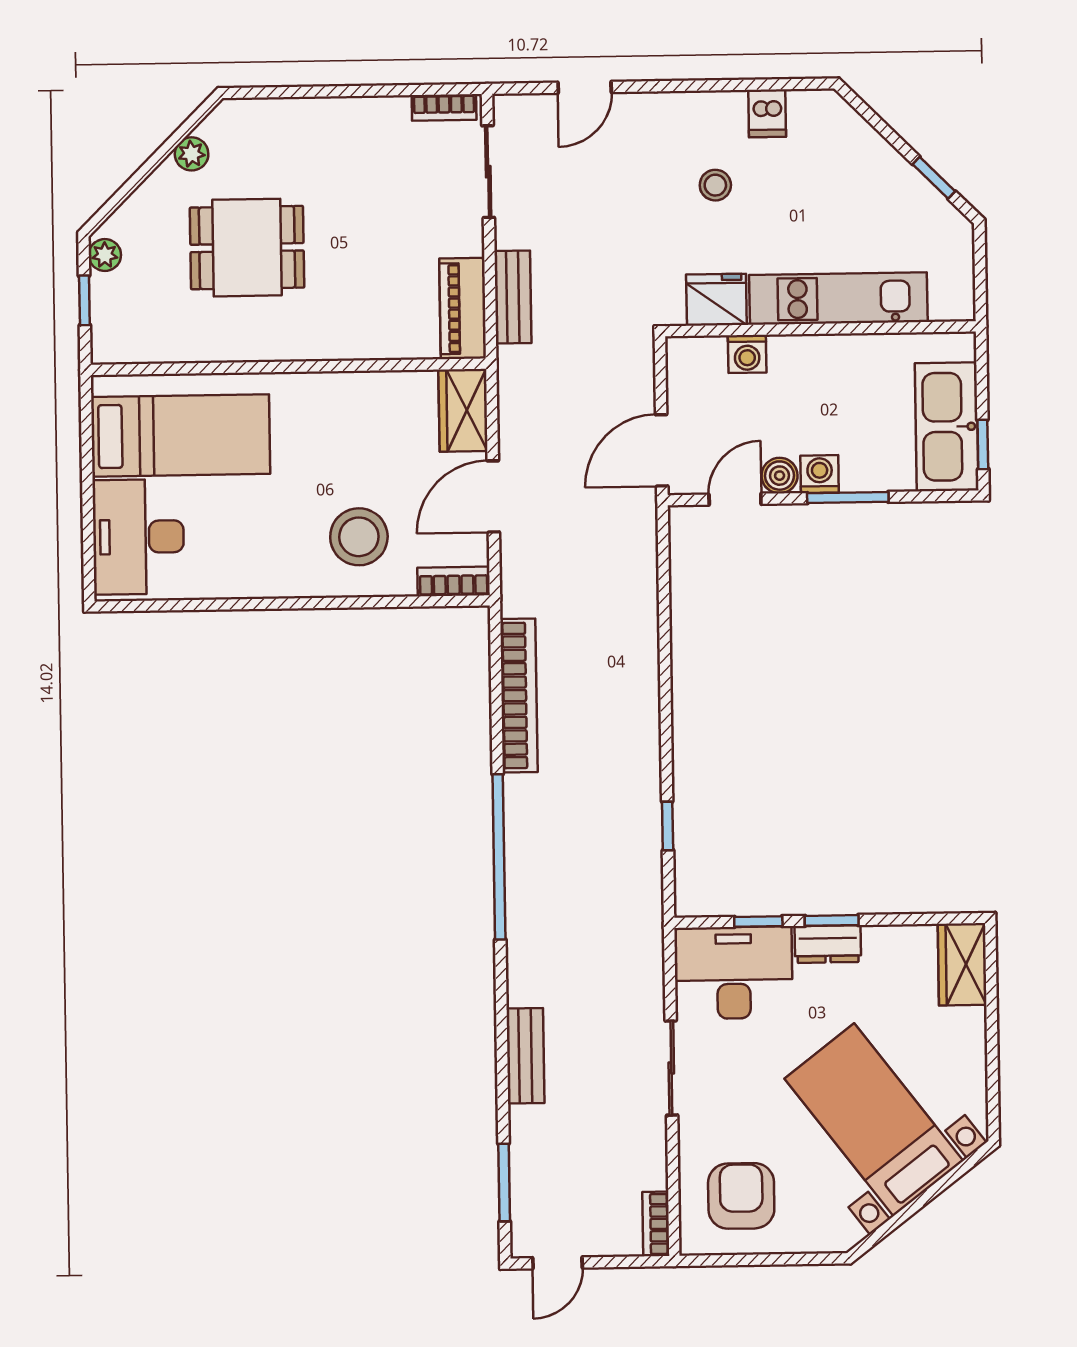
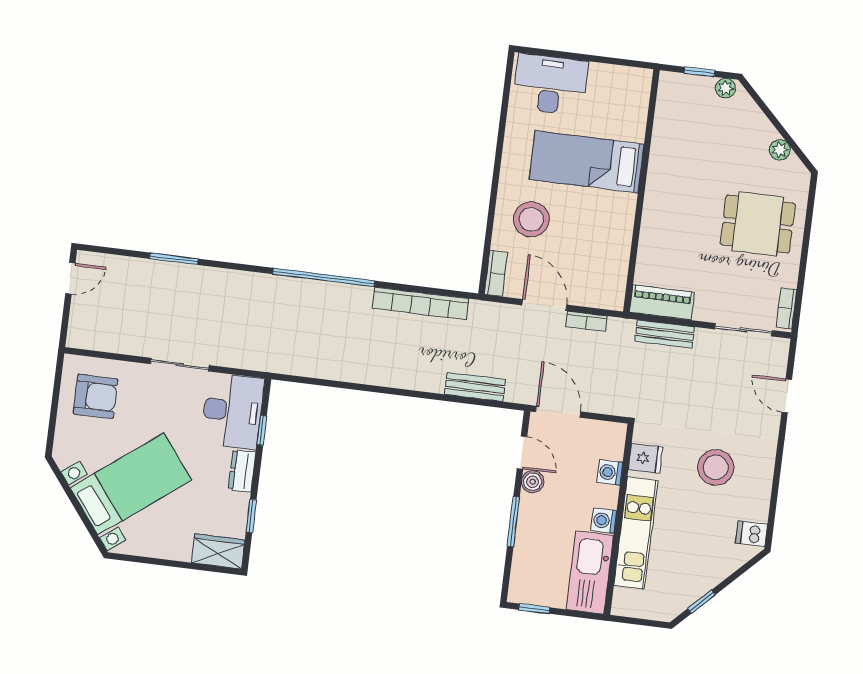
dishwasher: (767, 113) -> (752, 534), moved
stool: (715, 185) -> (716, 467), width x1.89, depth x1.89
dining table: (247, 248) -> (758, 224), moved, turned 90
fridge: (716, 300) -> (646, 458), width x0.72
wardrobe: (463, 410) -> (600, 294), removed
kitchen sink: (947, 427) -> (590, 573), moved, turned -90
bed: (181, 435) -> (587, 162), moved, turned 90
washing machine: (820, 474) -> (604, 521), moved, turned 180
window: (668, 826) -> (328, 383), removed
window: (832, 920) -> (251, 516), moved
bench: (525, 1056) -> (475, 387), moved
window: (504, 1183) -> (174, 259), moved
bookcase: (656, 1224) -> (586, 321), moved, turned 180
door: (557, 1263) -> (70, 278), swing flipped

